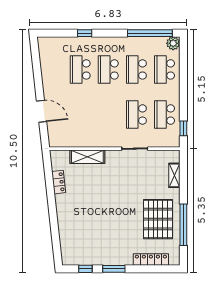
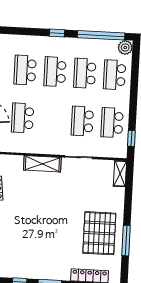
window: (85, 33) -> (57, 33), moved
school desk: (80, 115) -> (23, 118), added
shelving: (87, 157) -> (42, 164), moved
shelving: (174, 175) -> (120, 174), moved
window: (183, 225) -> (126, 241), width x0.68

